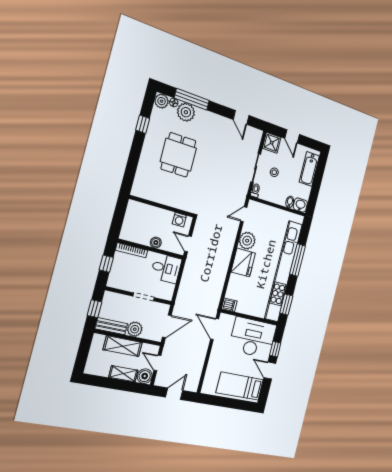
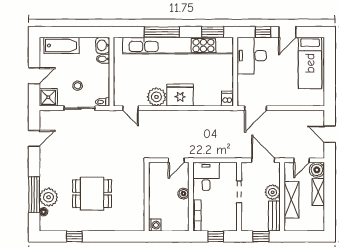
plant: (162, 101) -> (46, 224), removed
washing machine: (179, 220) -> (155, 225), moved
desk: (253, 338) -> (252, 56), width x0.73, depth x0.77

